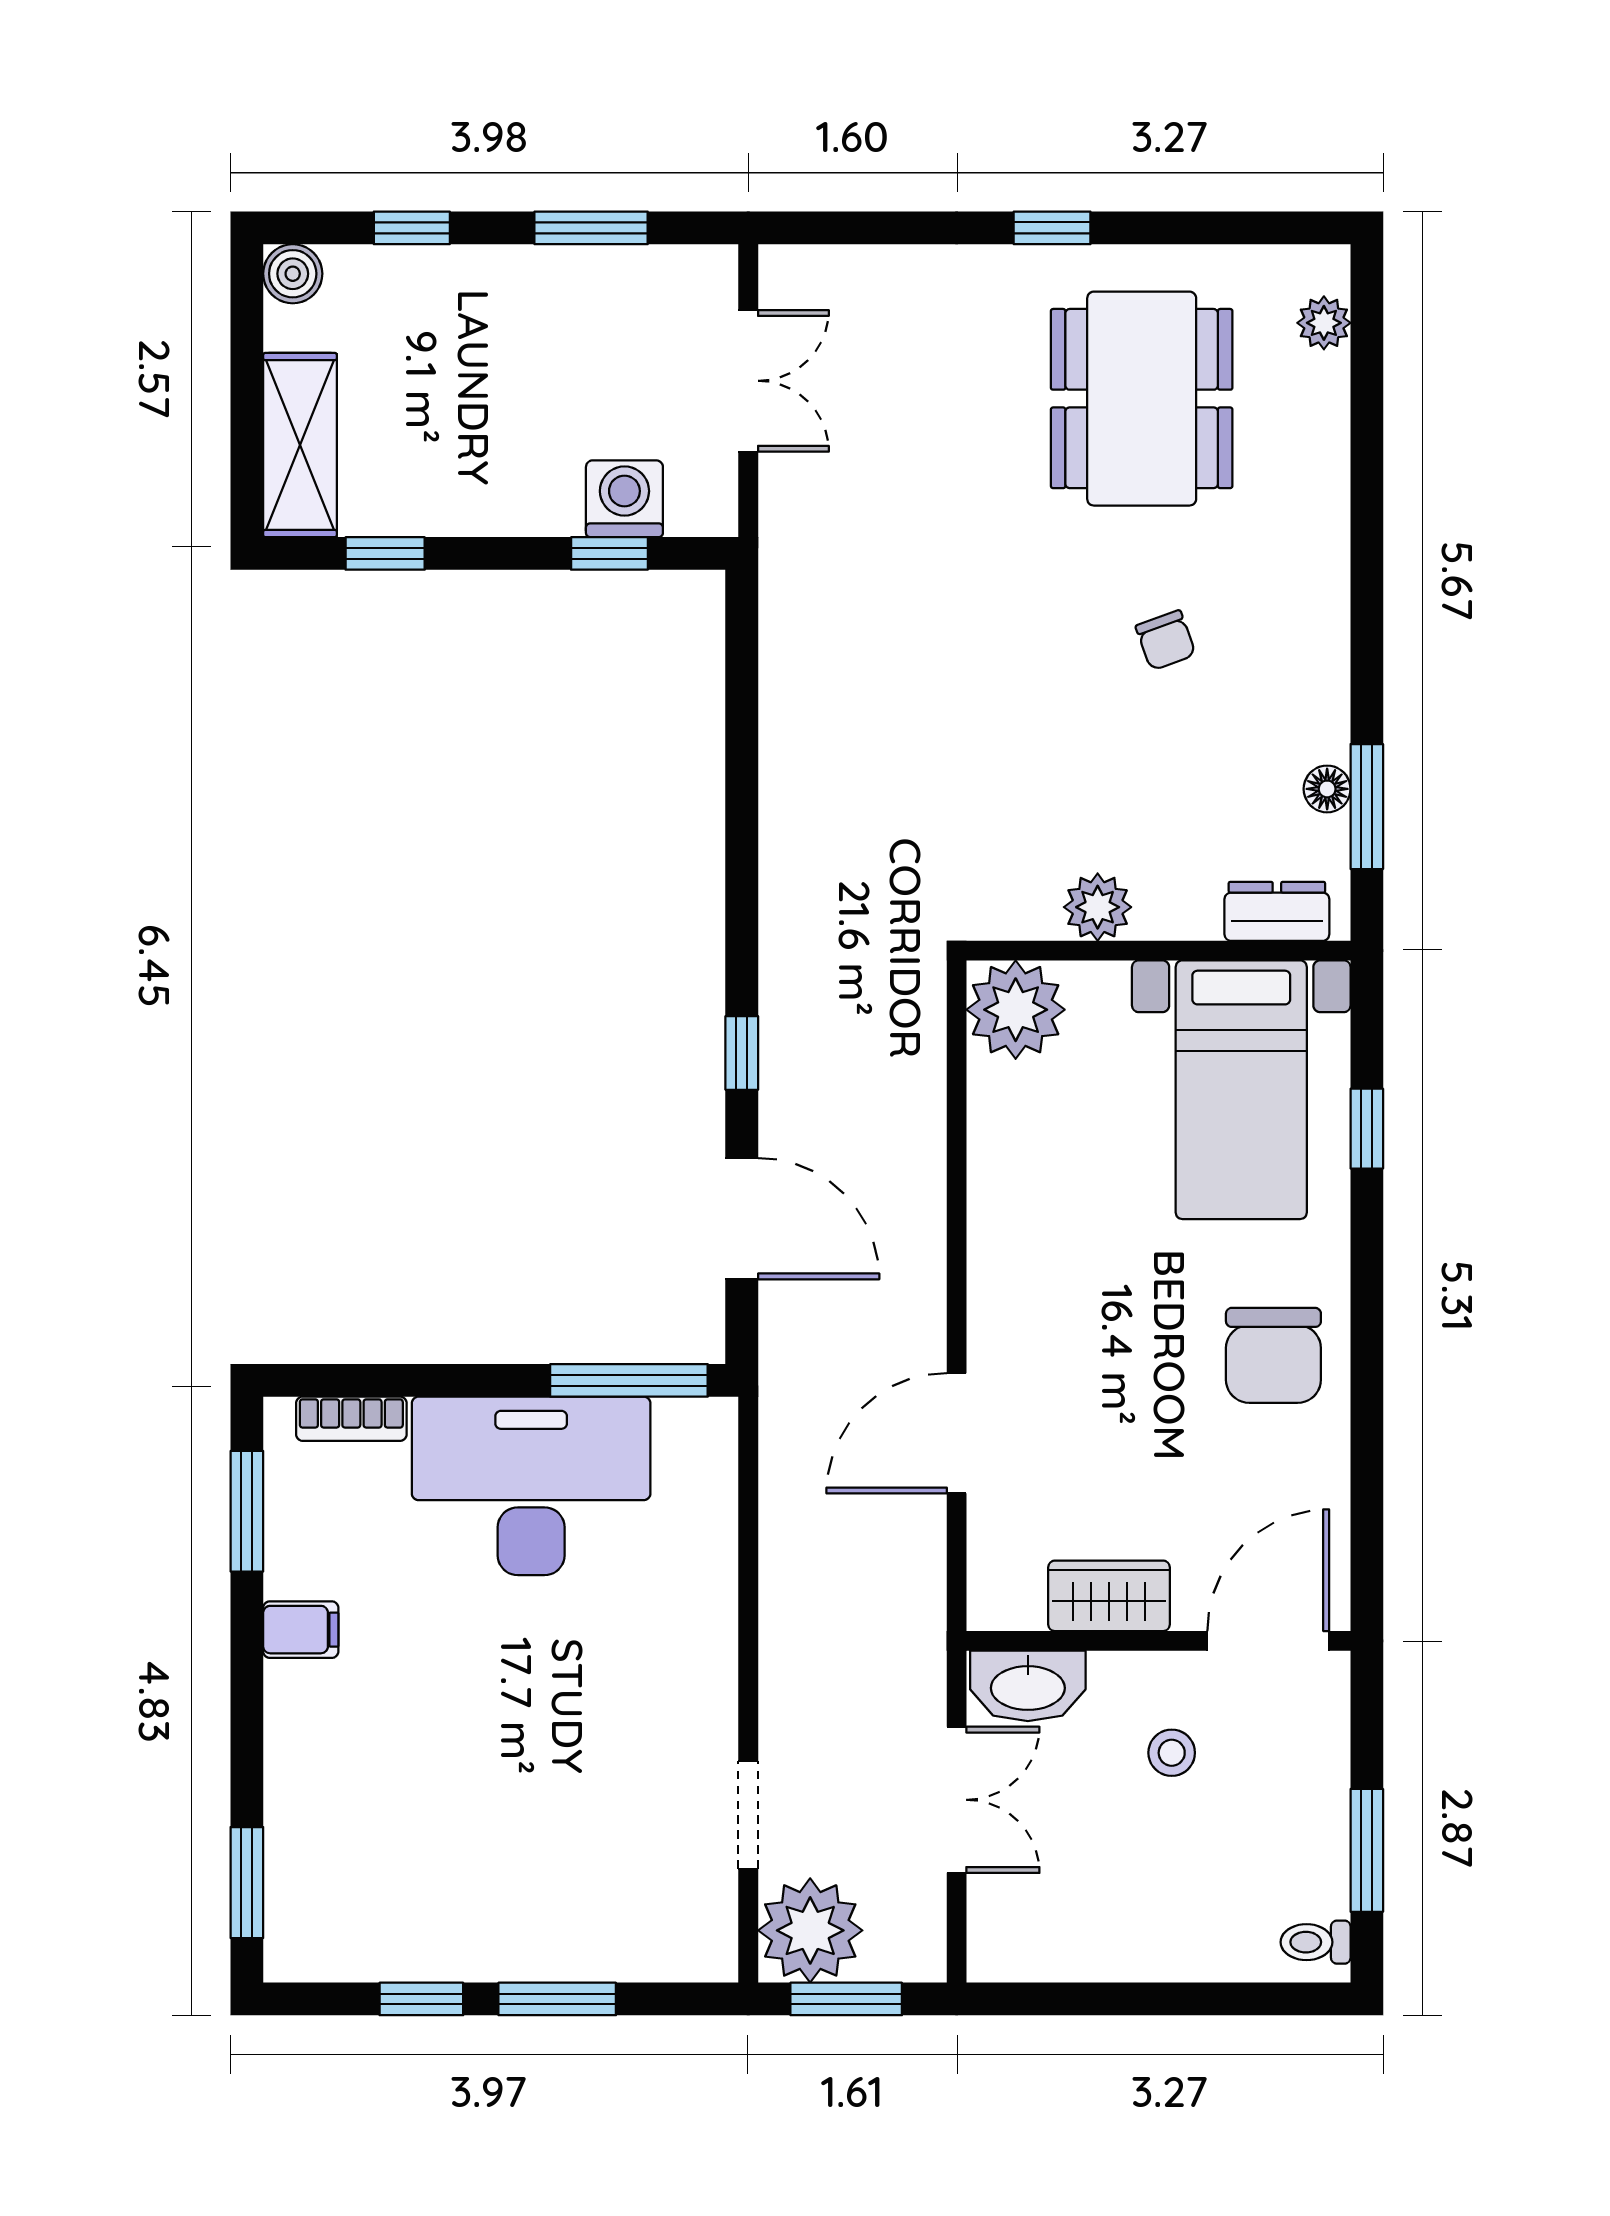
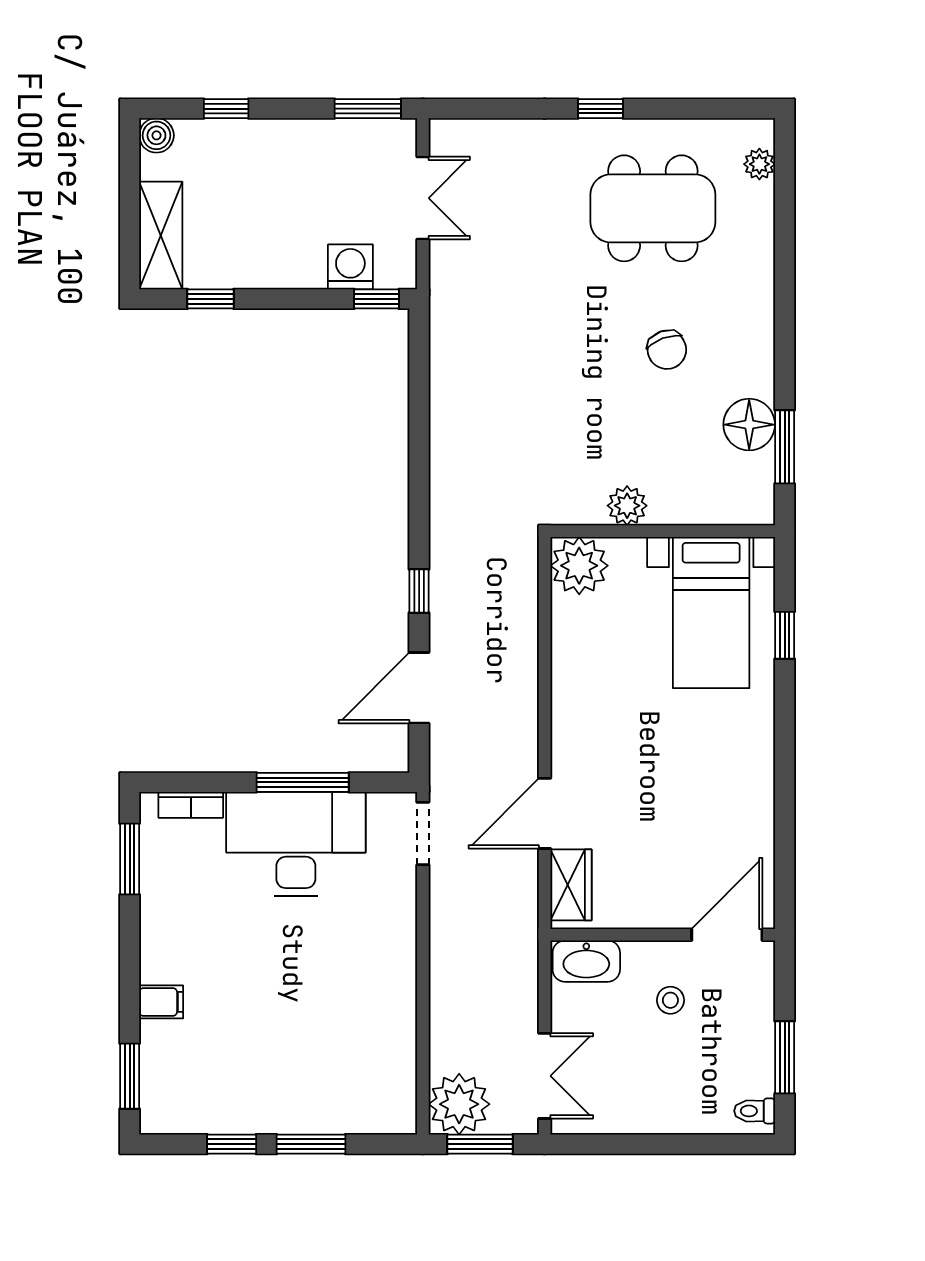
window: (591, 228) -> (368, 109), moved
dining table: (1142, 399) -> (653, 208), turned 90
window: (609, 553) -> (376, 299), moved
chair: (1166, 640) -> (667, 350), width x1.37, depth x1.37
floor lamp: (1327, 789) -> (749, 425), width x1.89, depth x1.89
dresser: (1277, 911) -> (732, 508), removed
door: (742, 1219) -> (419, 688), swing flipped
chair: (1273, 1355) -> (730, 768), removed
window: (629, 1380) -> (303, 782), moved
wardrobe: (1109, 1596) -> (571, 885), moved, turned 90
filing cabinet: (301, 1630) -> (161, 1002), moved
double door: (957, 1800) -> (545, 1076), moved
doorway: (748, 1815) -> (423, 833), moved

